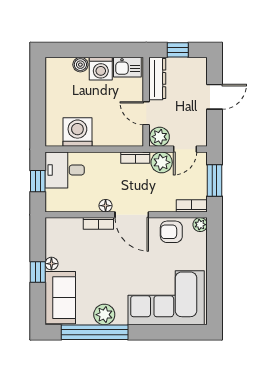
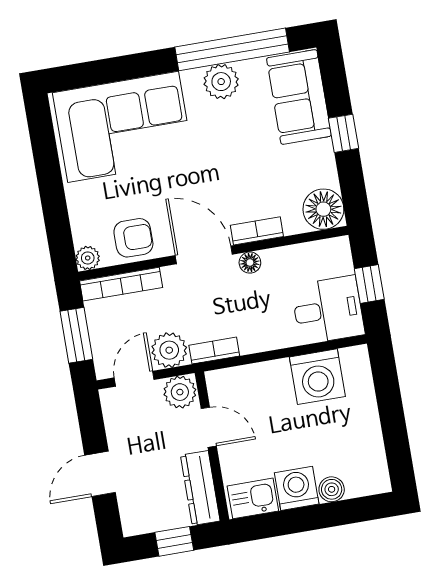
bookcase: (192, 206) -> (121, 284), width x1.56
floor lamp: (51, 264) -> (323, 209), moved, width x1.89, depth x1.89

